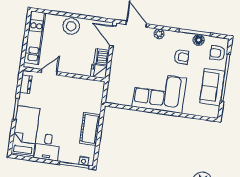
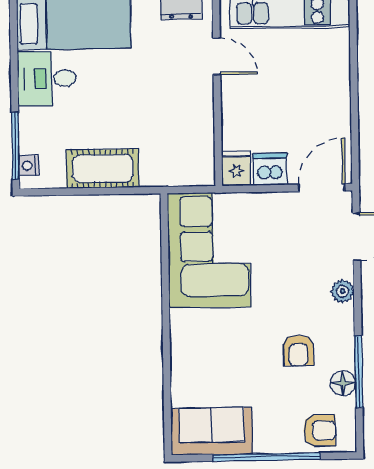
stool: (71, 26) -> (329, 90), removed
armchair: (217, 53) -> (320, 431), turned 90
sofa: (212, 87) -> (212, 431), moved
corner sofa: (159, 92) -> (209, 250), moved

